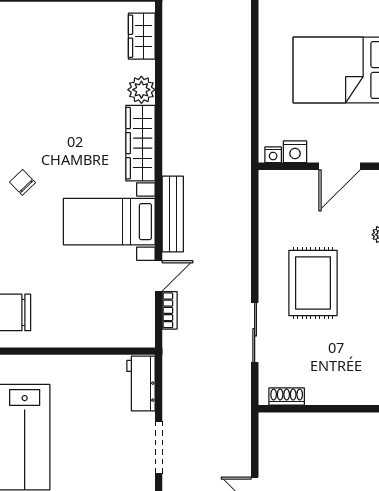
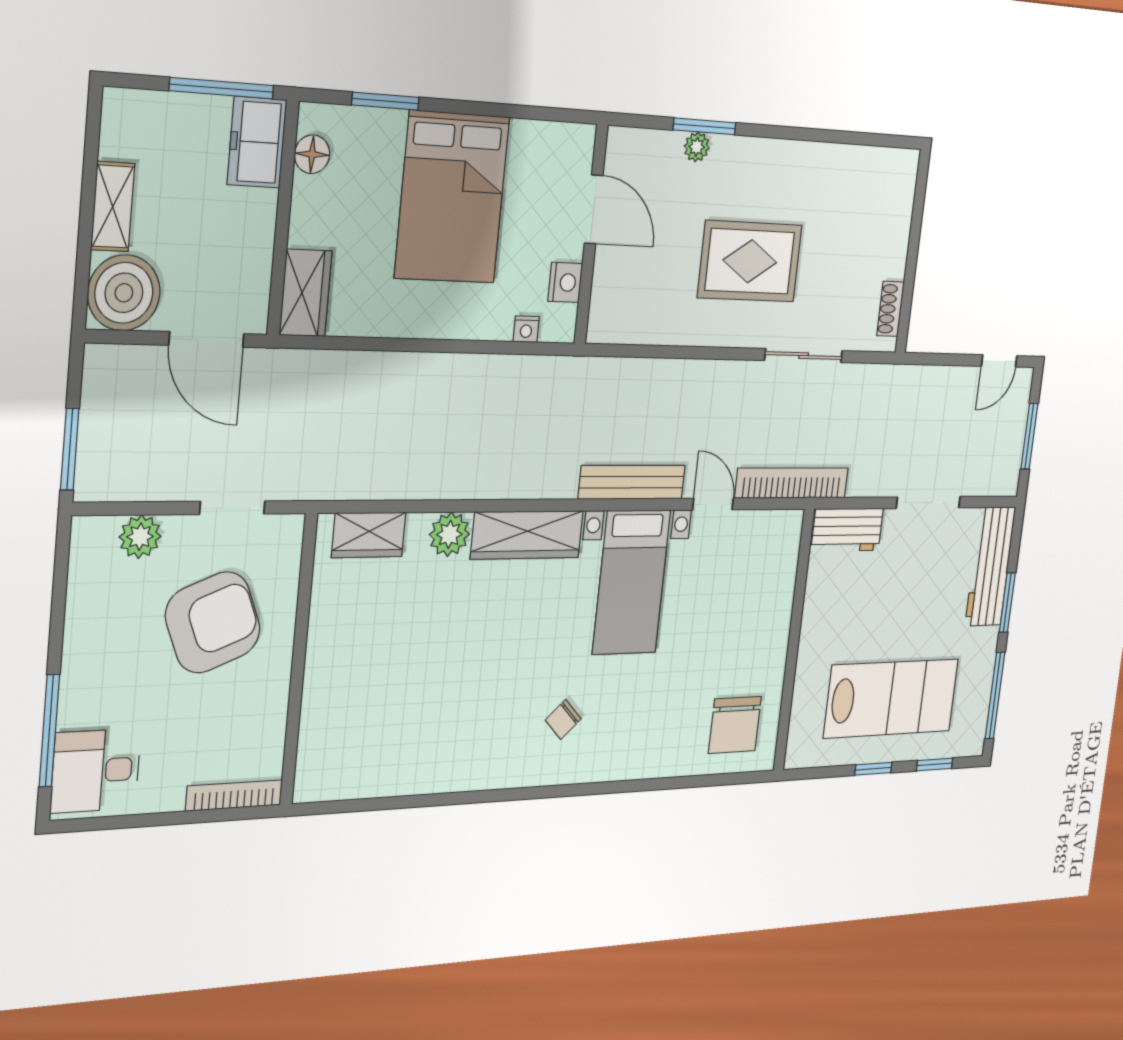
nightstand: (273, 155) -> (526, 329), moved, turned 90
bookcase: (170, 310) -> (792, 483), width x2.31, depth x1.31

